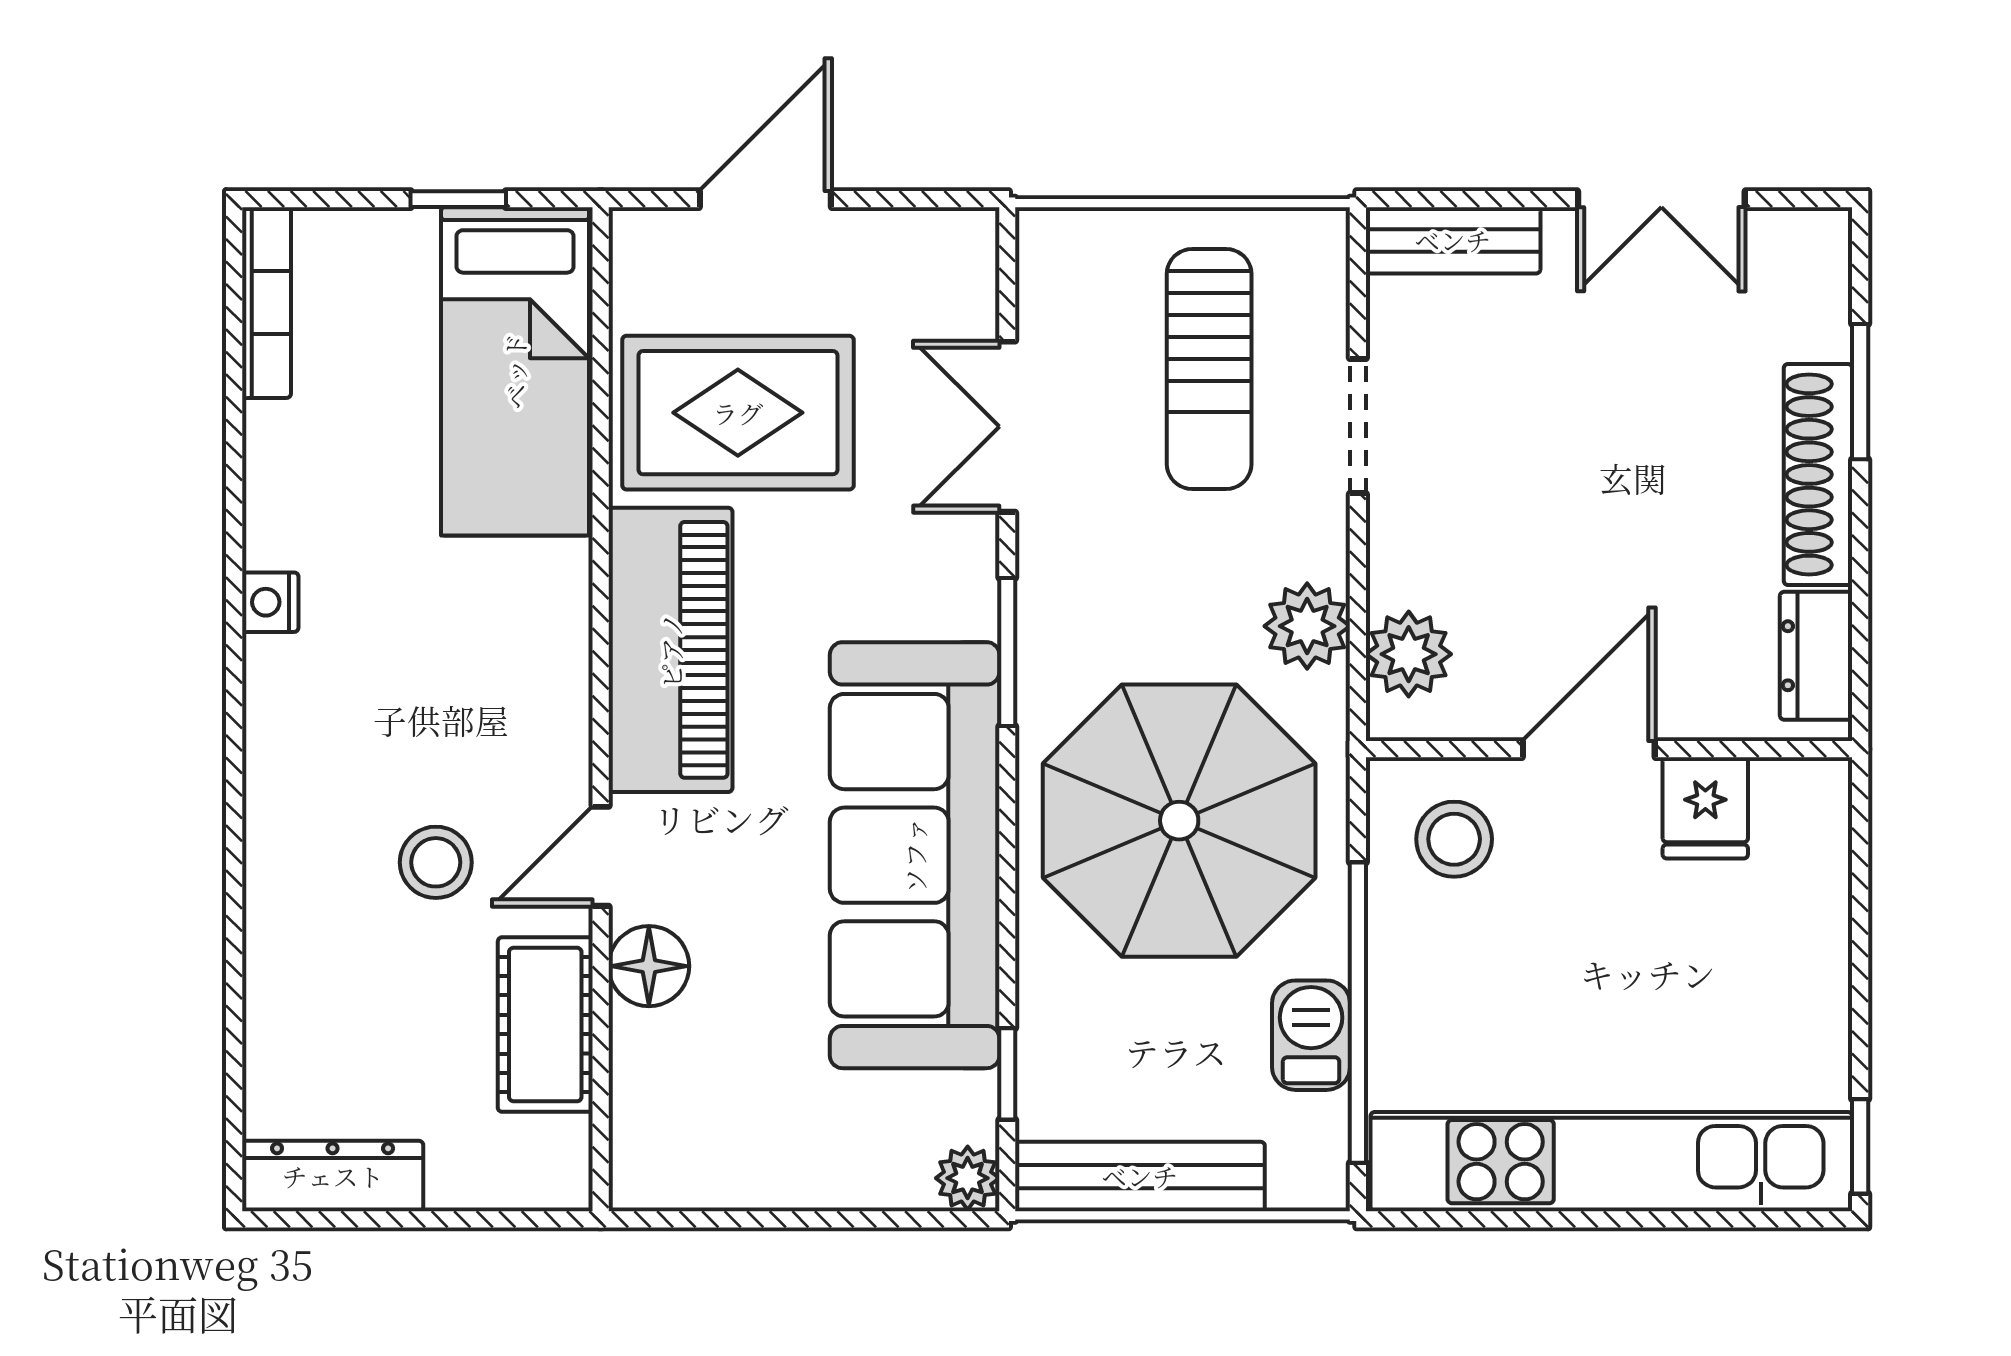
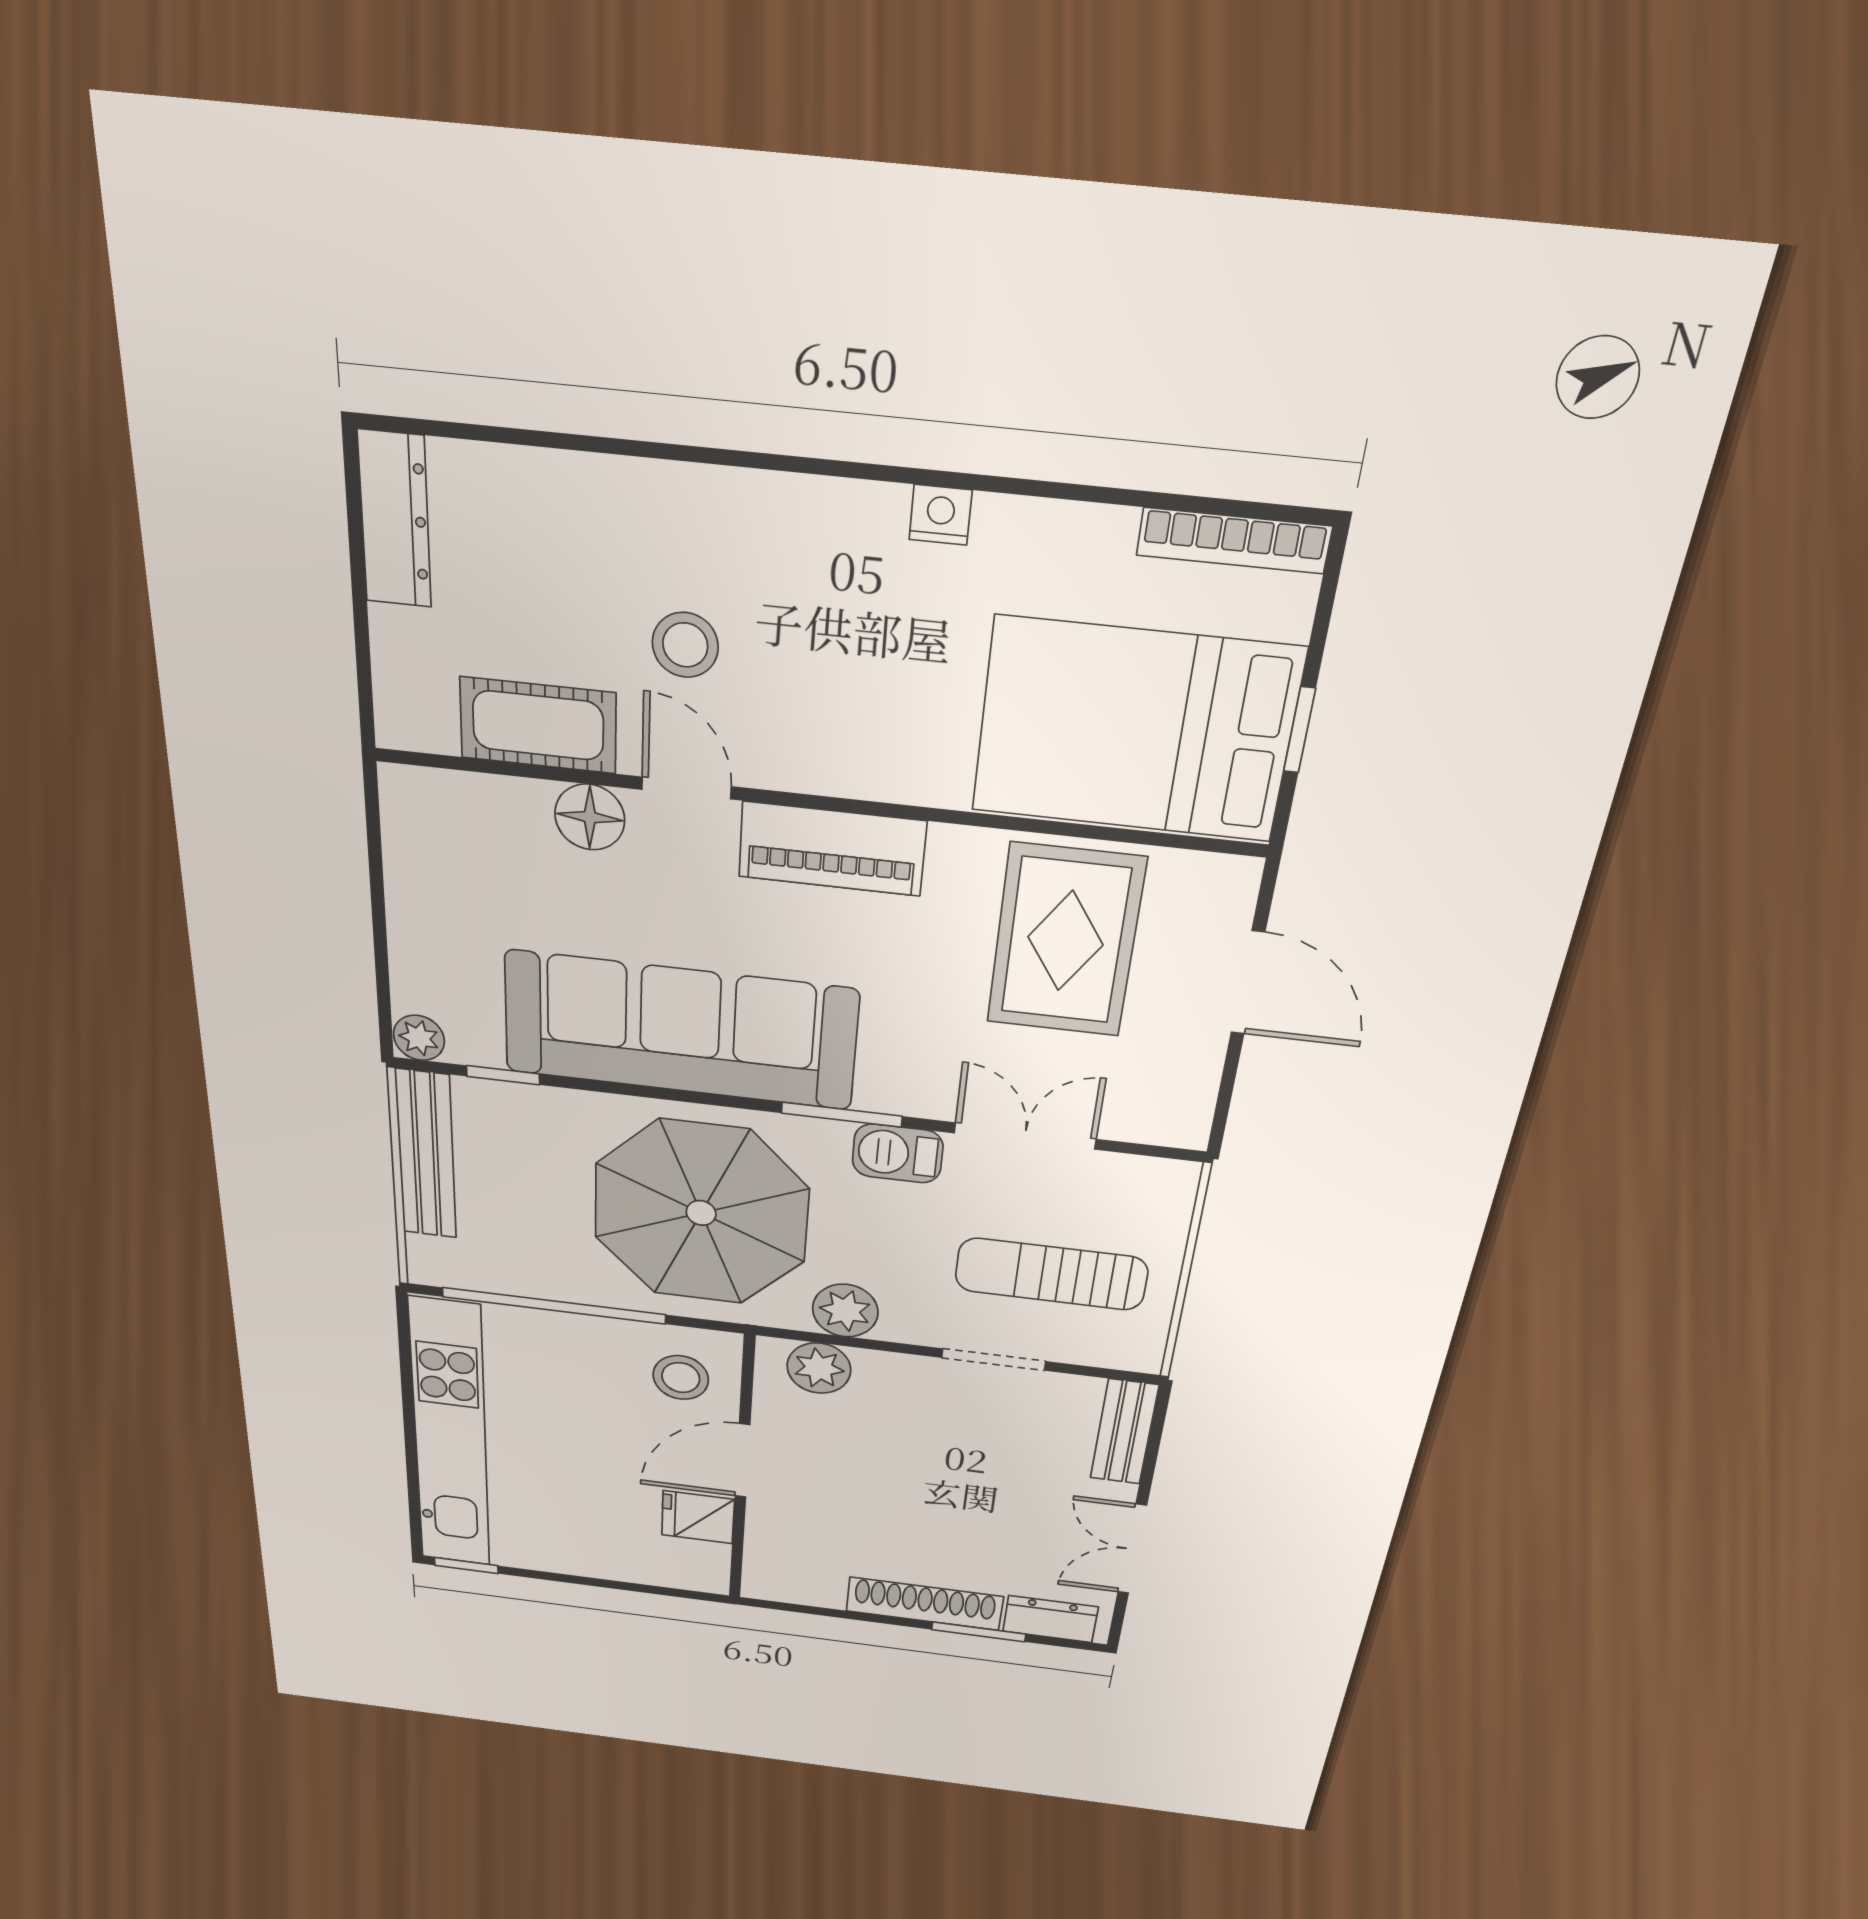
bed: (515, 371) -> (1135, 730), width x1.50
piano: (671, 650) -> (832, 849), width x0.73, depth x0.75
dresser: (1816, 656) -> (1050, 1619), moved
door: (1589, 749) -> (742, 1461), swing flipped
barbecue: (1311, 1035) -> (898, 1153), moved, turned 180

